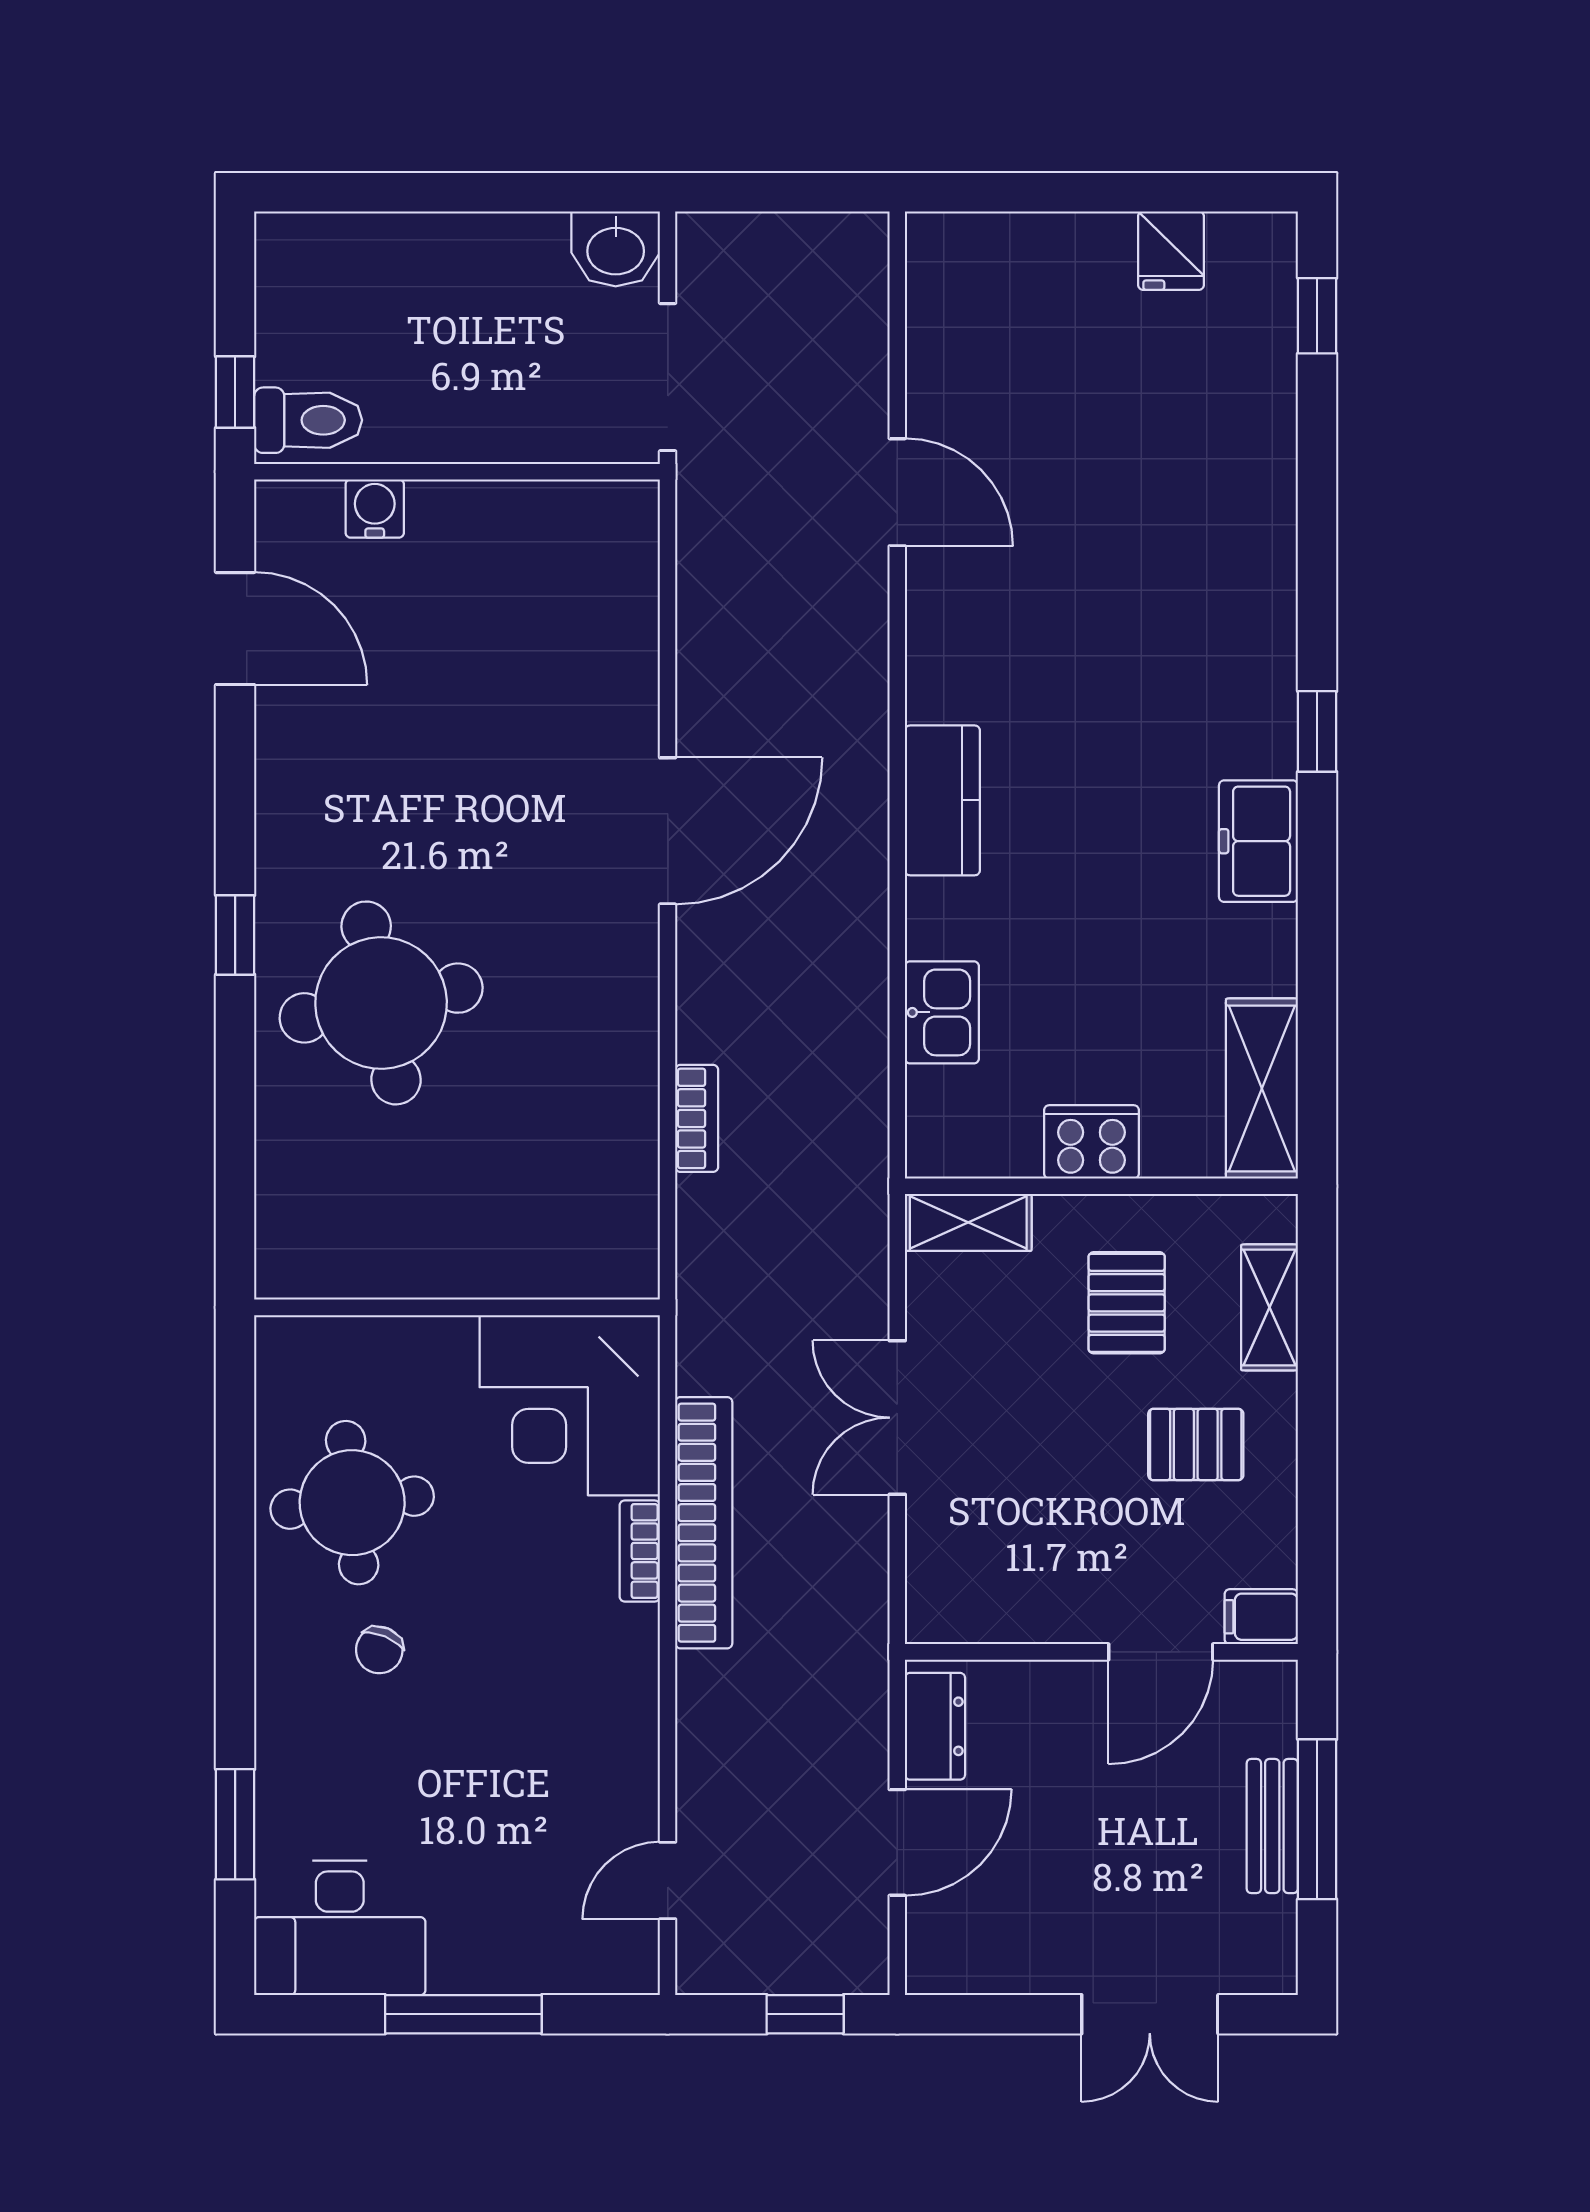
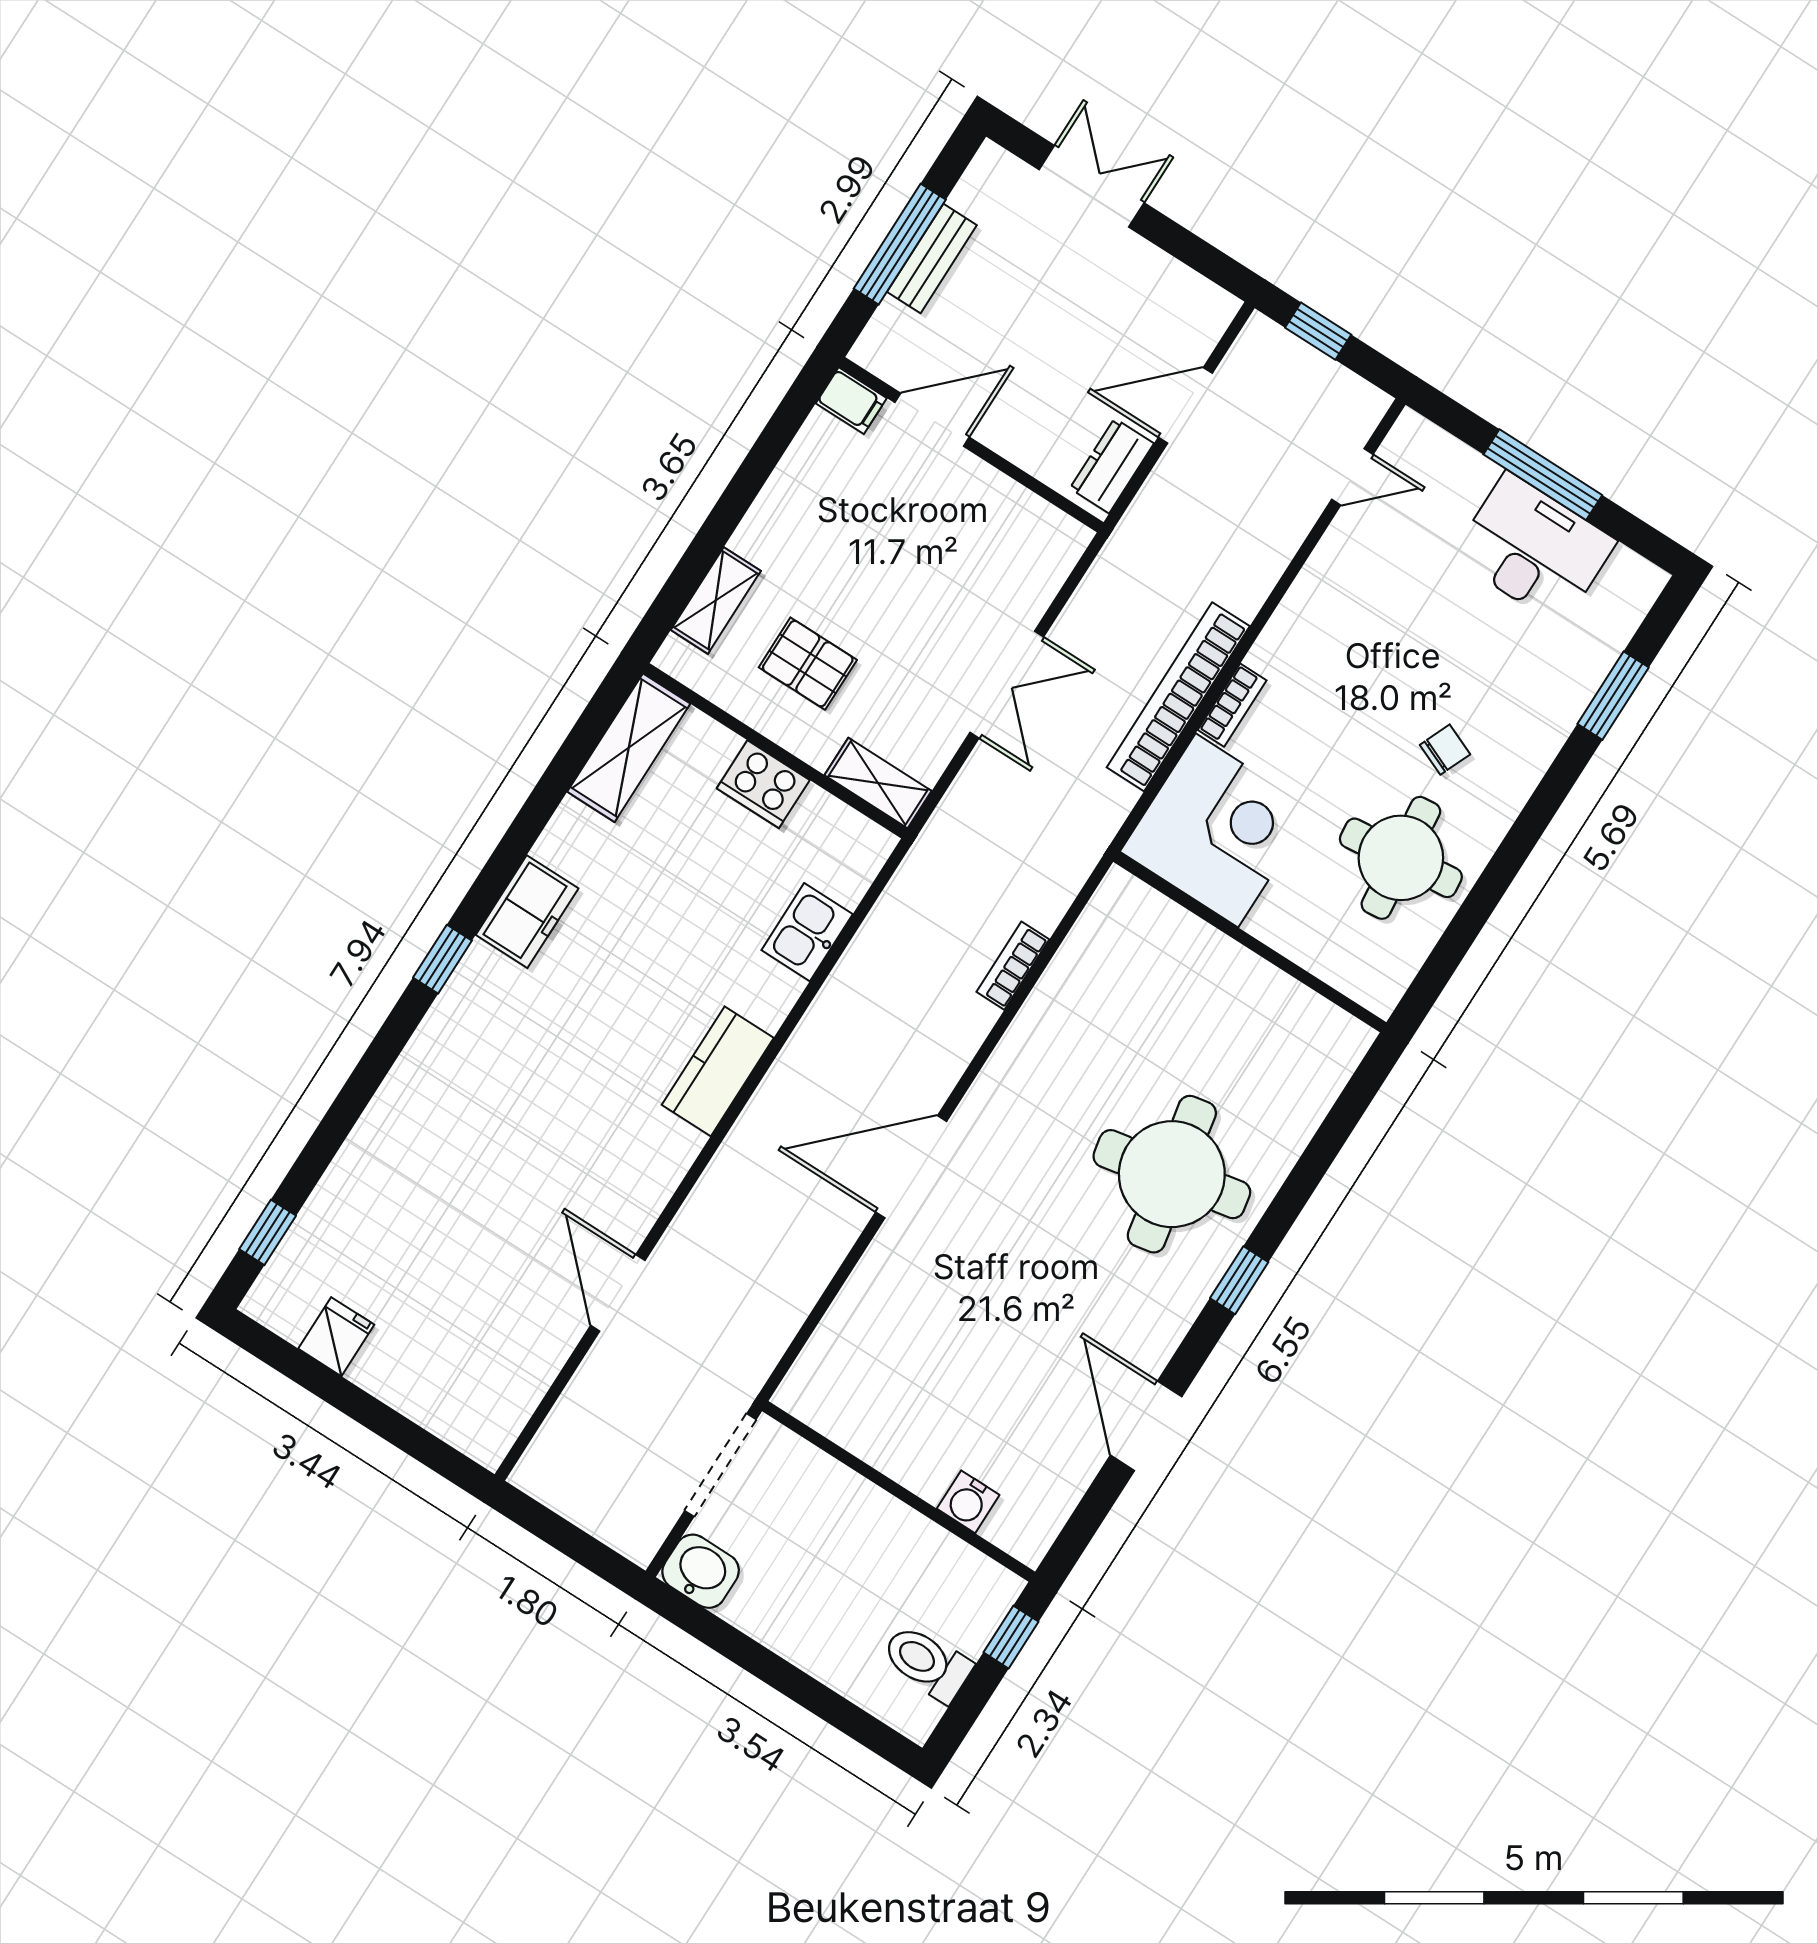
toilet: (308, 420) -> (927, 1663), moved
door: (235, 629) -> (1146, 1426), moved
pallet: (1127, 1303) -> (808, 664), turned 90
pallet: (1196, 1445) -> (822, 541), removed
desk: (340, 1928) -> (1534, 549), moved

